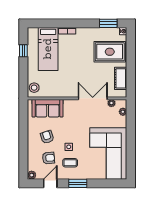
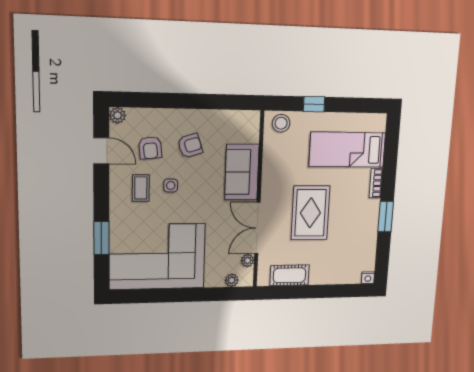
window: (108, 23) -> (386, 217), moved
window: (23, 51) -> (314, 104), moved
rug: (110, 52) -> (310, 213), moved
double door: (93, 98) -> (257, 228), swing flipped
sofa: (48, 108) -> (242, 172), moved
window: (78, 183) -> (101, 238), moved

